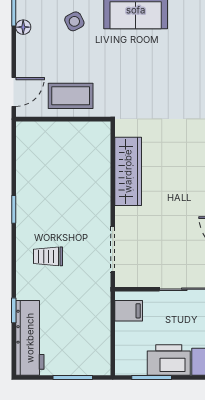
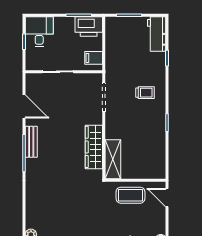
door: (14, 92) -> (167, 198), hinge flipped
shelving: (98, 152) -> (113, 159), added
workbench: (30, 338) -> (157, 34), width x0.73
printer: (169, 360) -> (89, 26), moved

